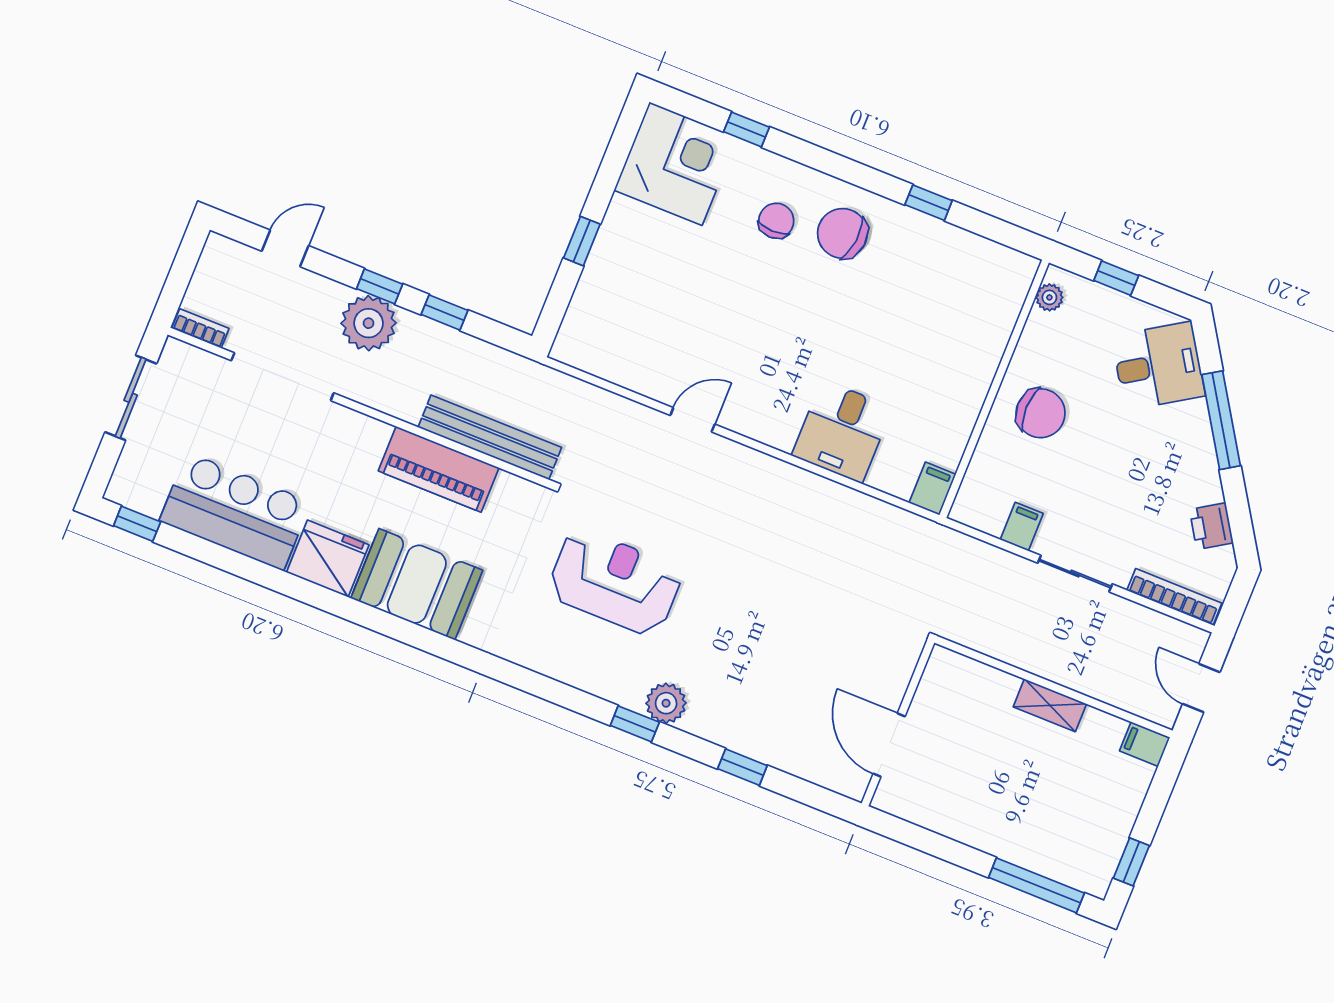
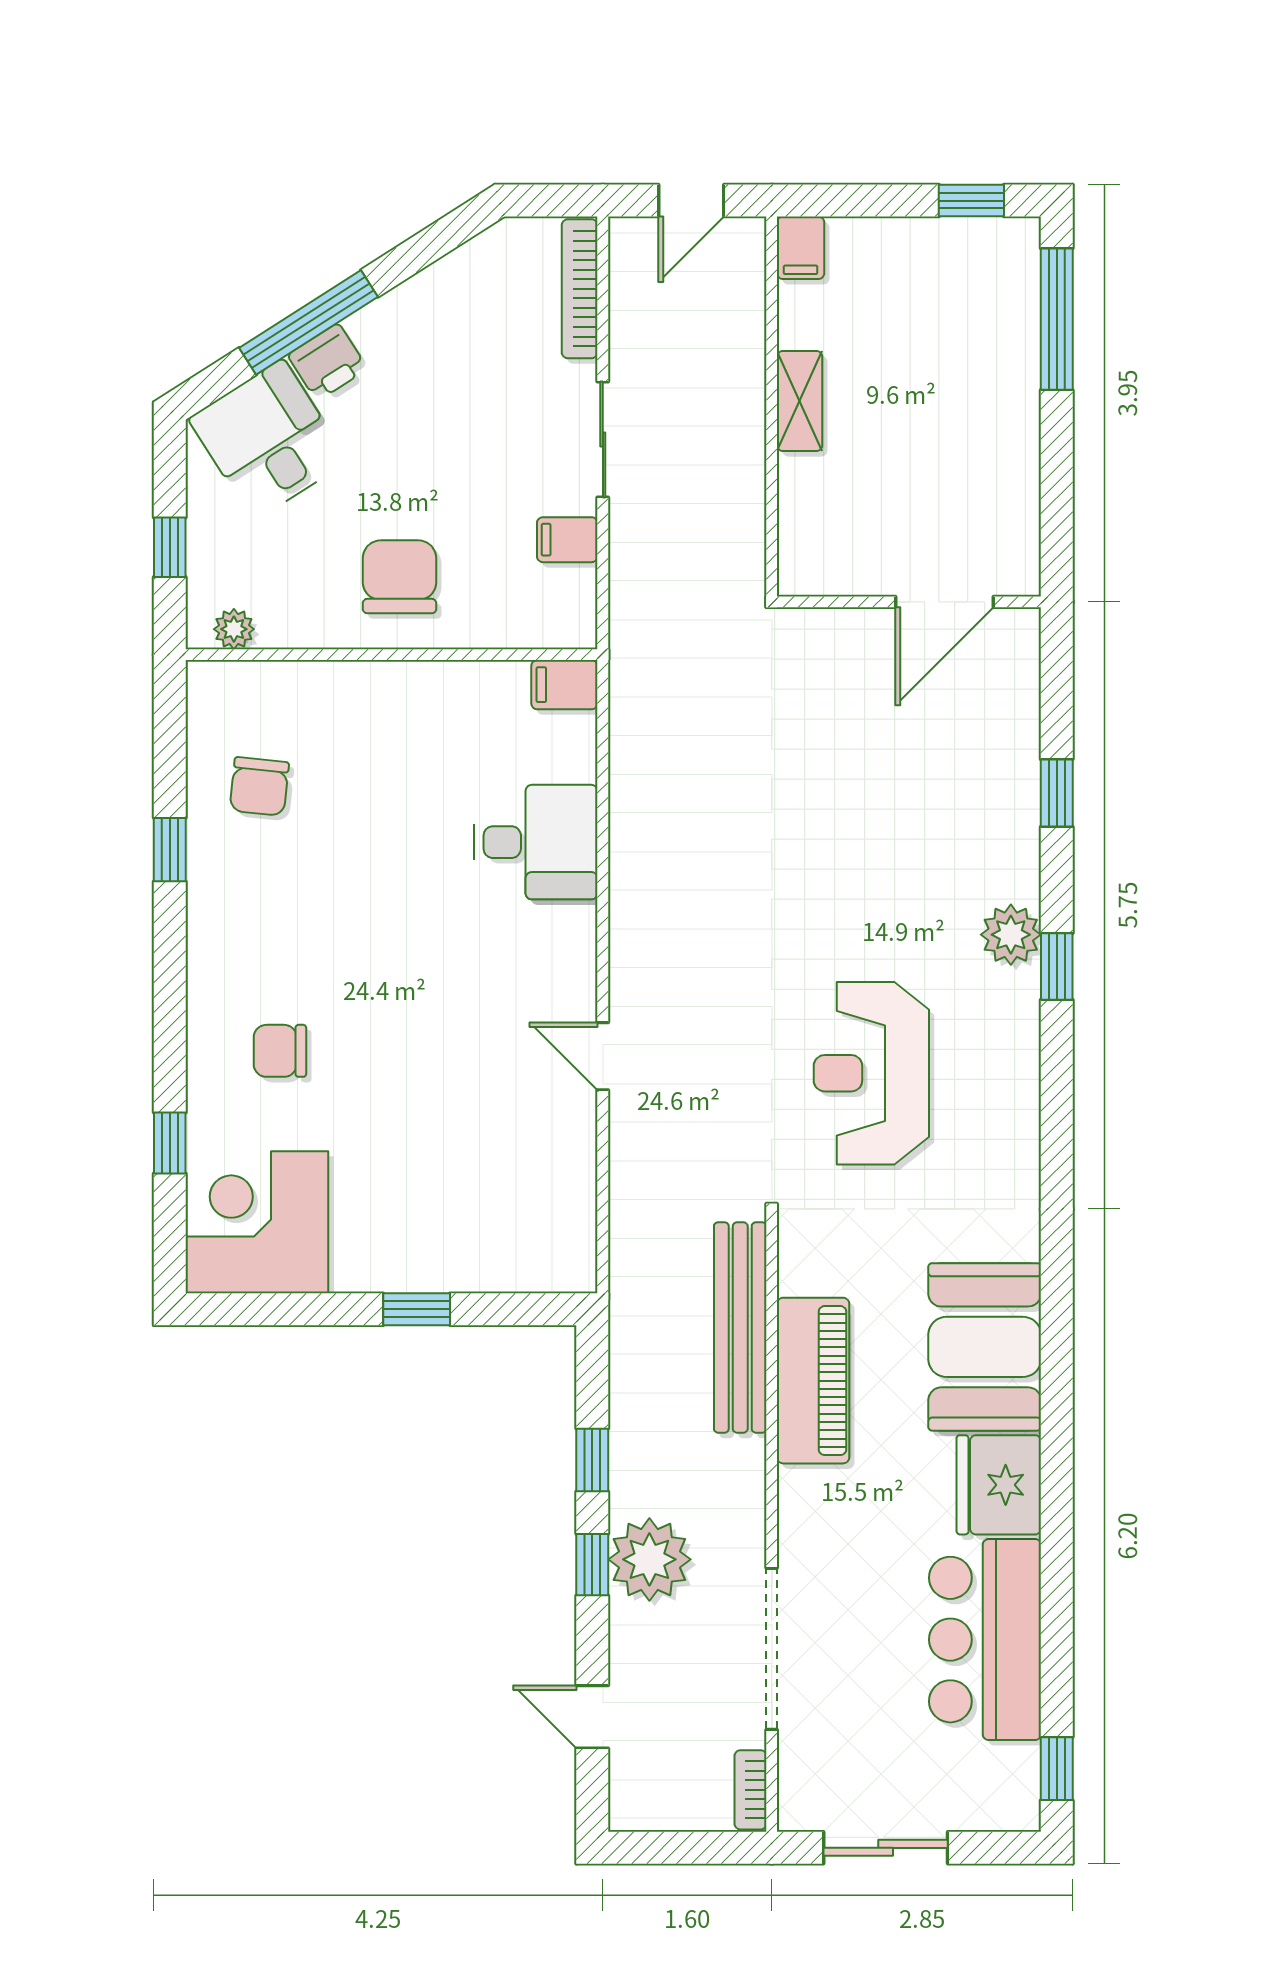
chair: (842, 233) -> (259, 786), moved, width x0.73, depth x0.73
printer: (1211, 526) -> (328, 362), moved

